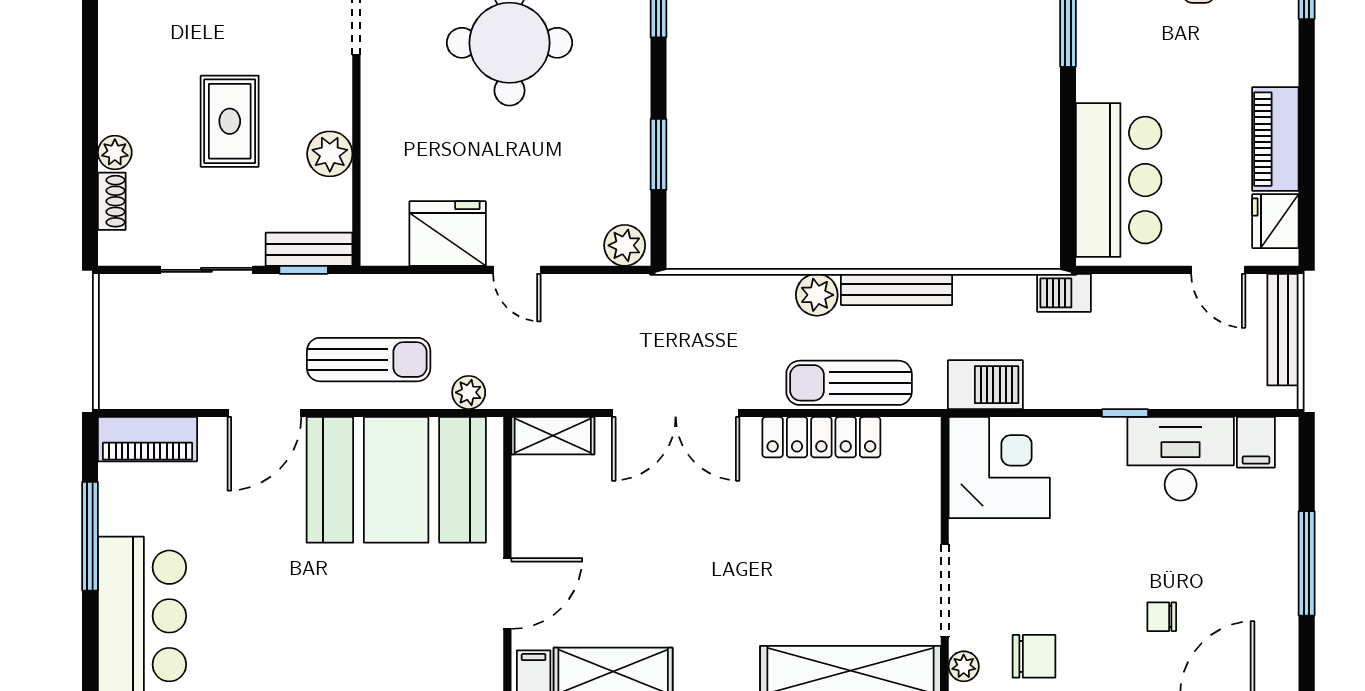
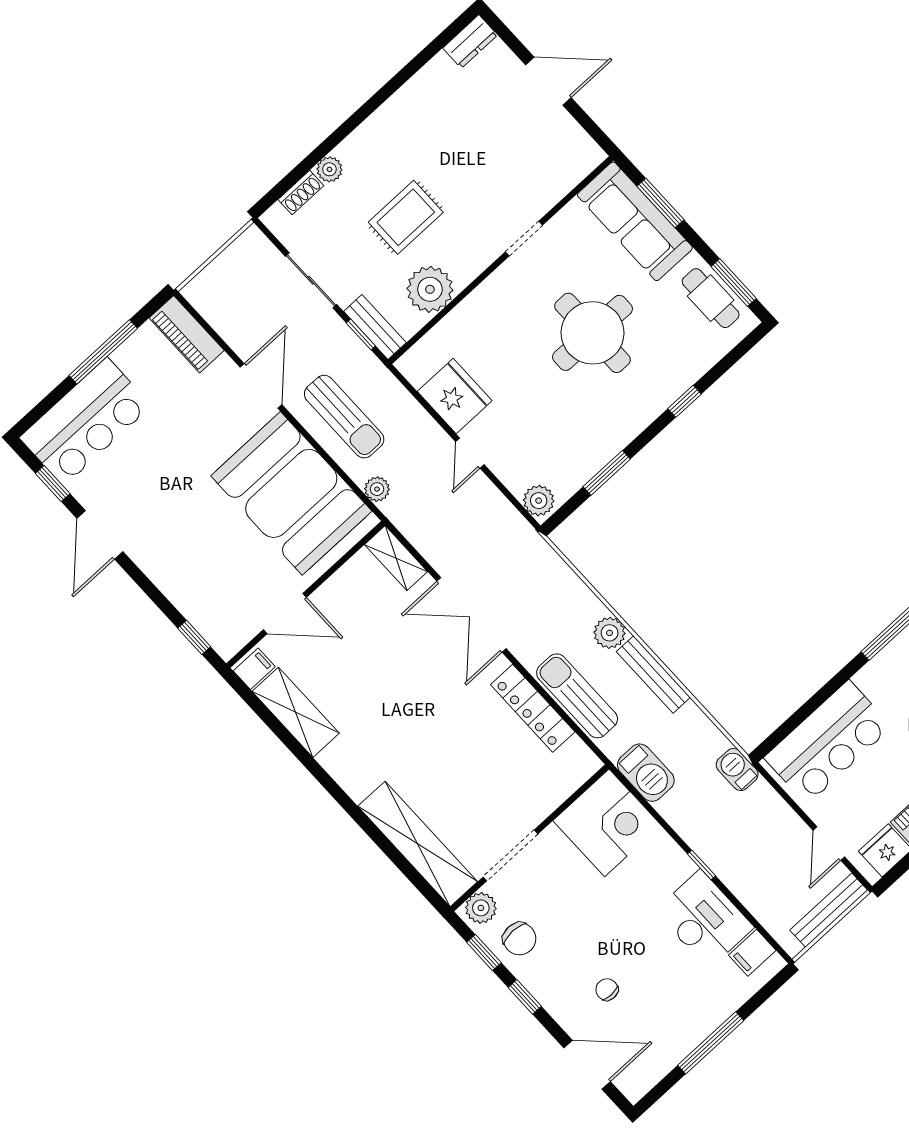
plant: (330, 154) -> (430, 289), width x1.36, depth x1.36
door: (264, 413) -> (261, 386), swing flipped
plant: (964, 666) -> (481, 908), width x1.38, depth x1.38

